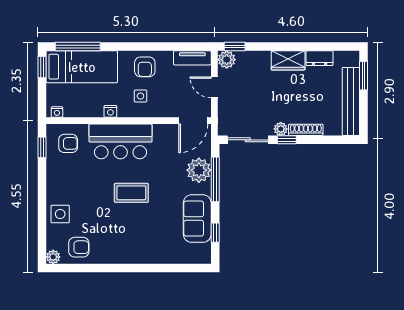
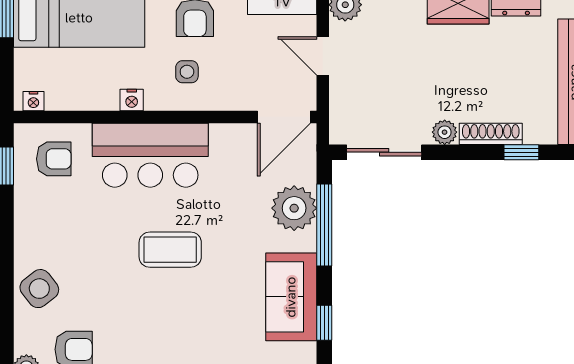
window: (287, 140) -> (521, 152), moved
side table: (60, 214) -> (39, 289), turned -38

